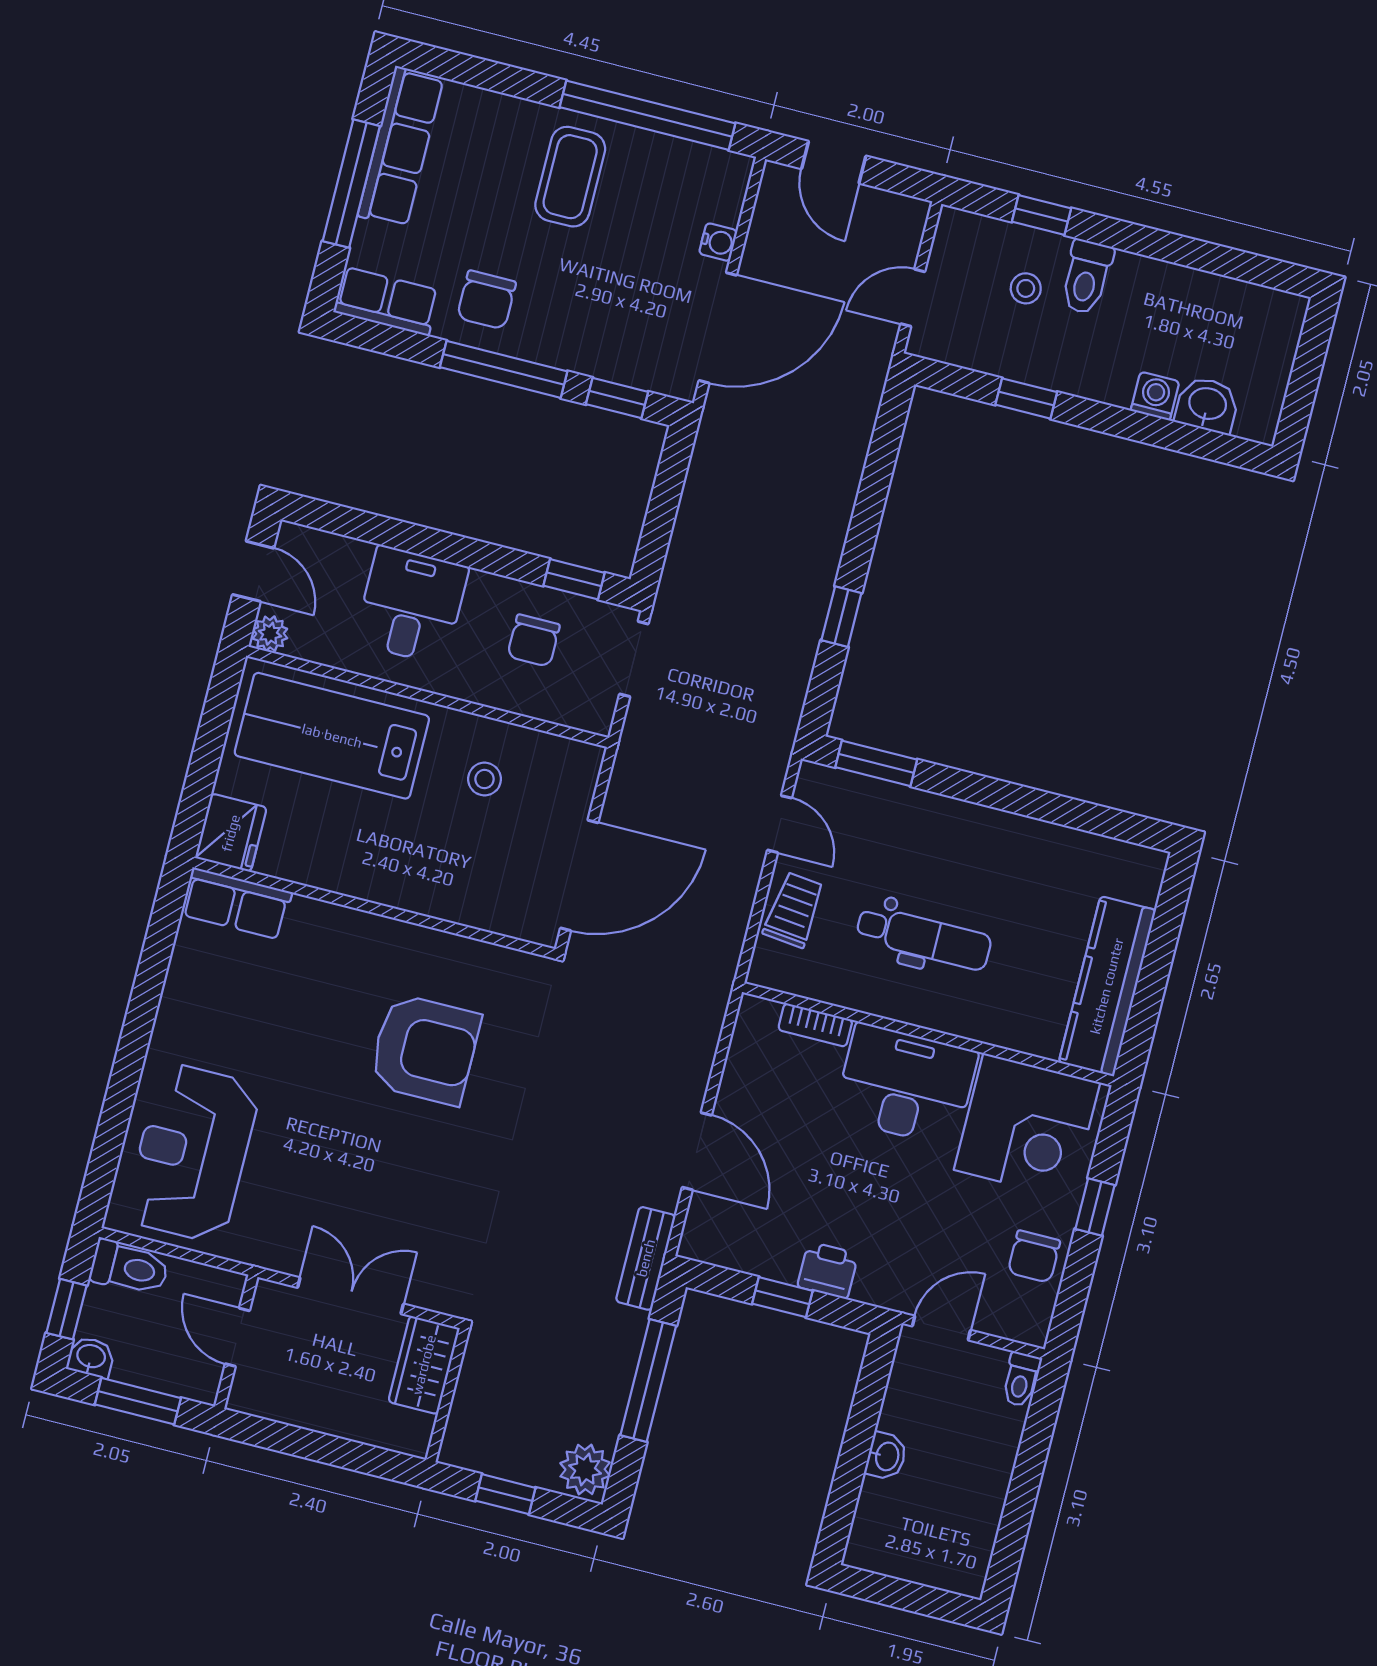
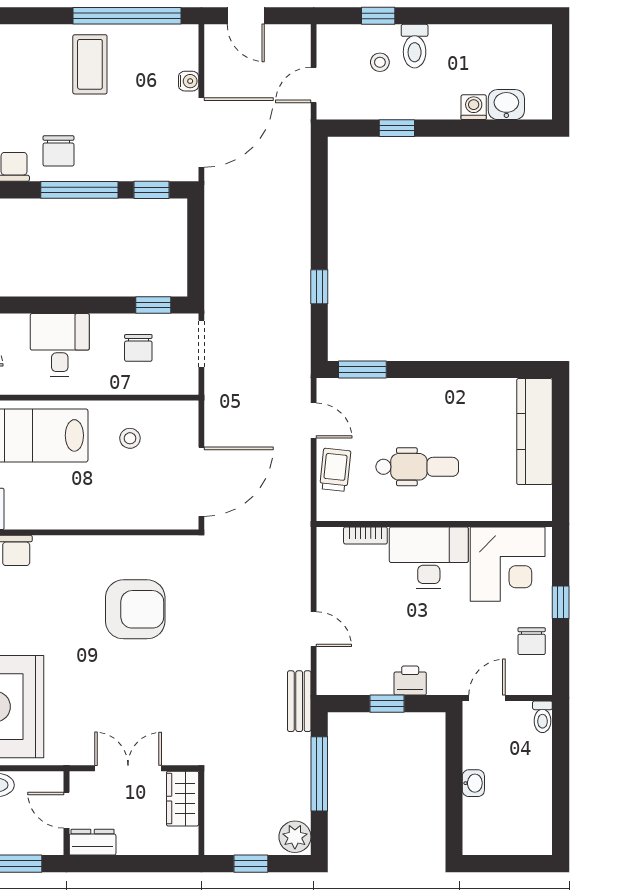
kitchen counter: (1107, 986) -> (535, 432), moved
door: (697, 1151) -> (314, 629), width x0.73
dresser: (266, 1398) -> (93, 842), added

